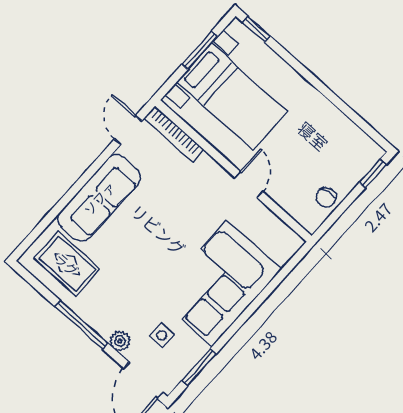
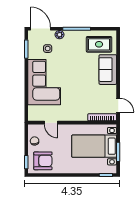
armchair: (342, 150) -> (43, 161), added
door: (249, 184) -> (51, 123), moved
sofa: (99, 198) -> (108, 70), width x0.73

